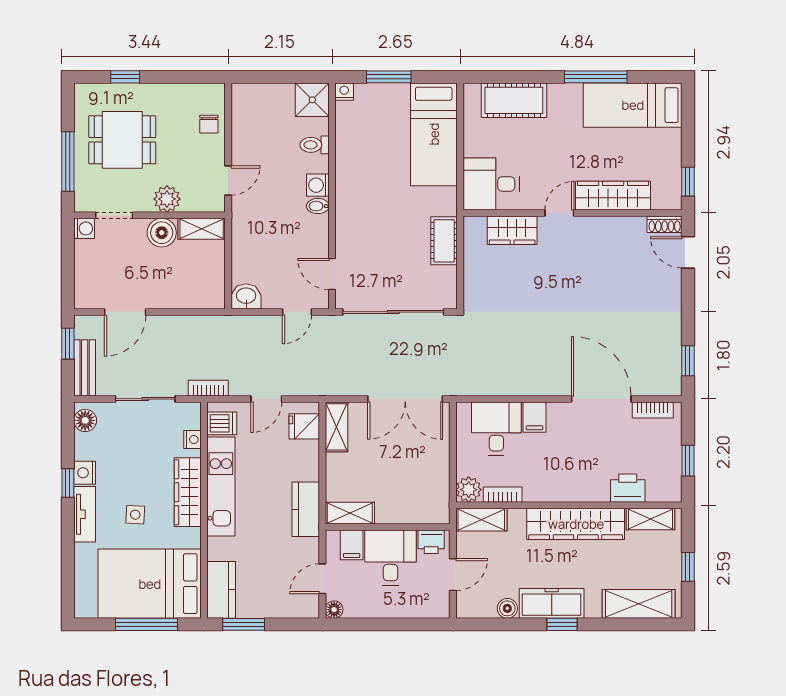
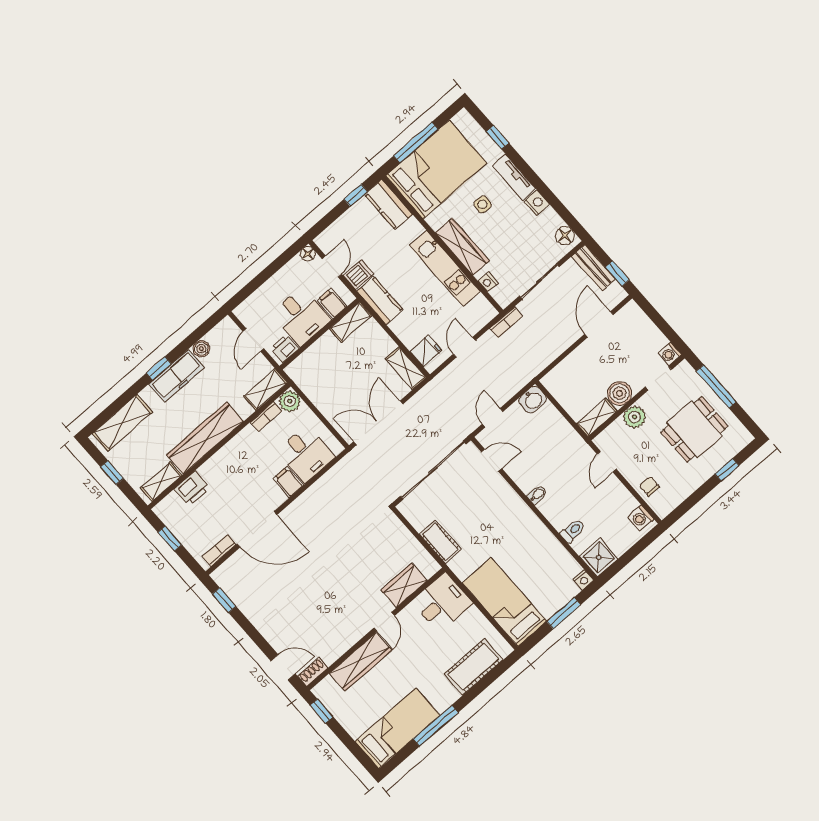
washing machine: (318, 185) -> (641, 518), moved, turned 180
dishwasher: (222, 423) -> (358, 275), moved, turned 180
window: (68, 483) -> (498, 137), moved
window: (244, 624) -> (356, 195), width x0.67

